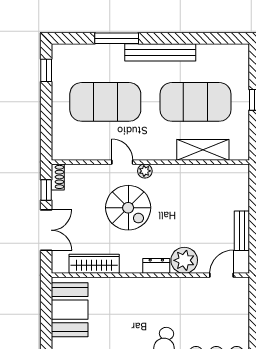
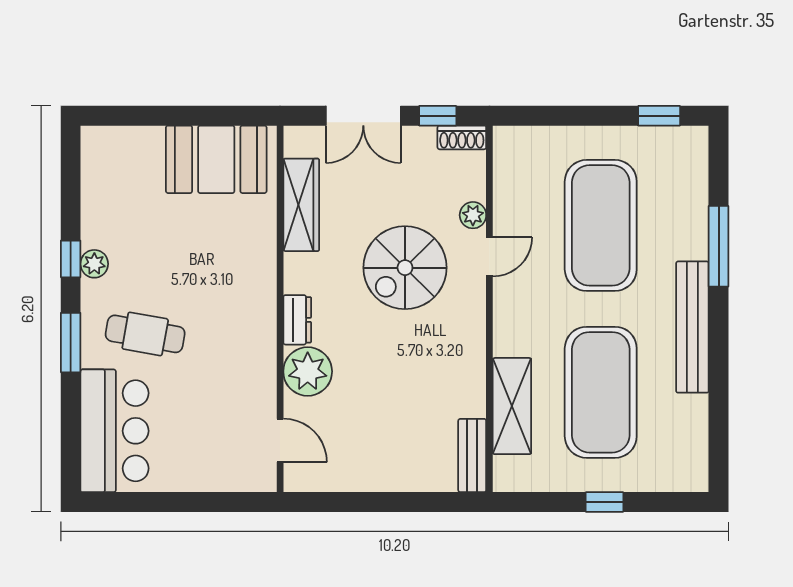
plant: (145, 171) -> (473, 215), moved
bench: (242, 231) -> (472, 456), moved, turned 90

